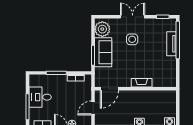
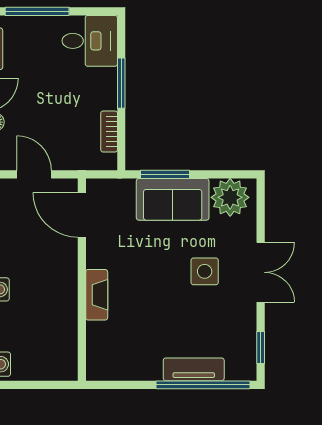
desk: (40, 97) -> (90, 41), moved, turned 90

